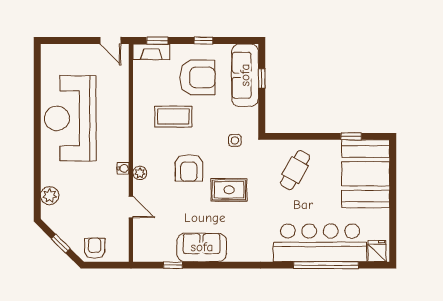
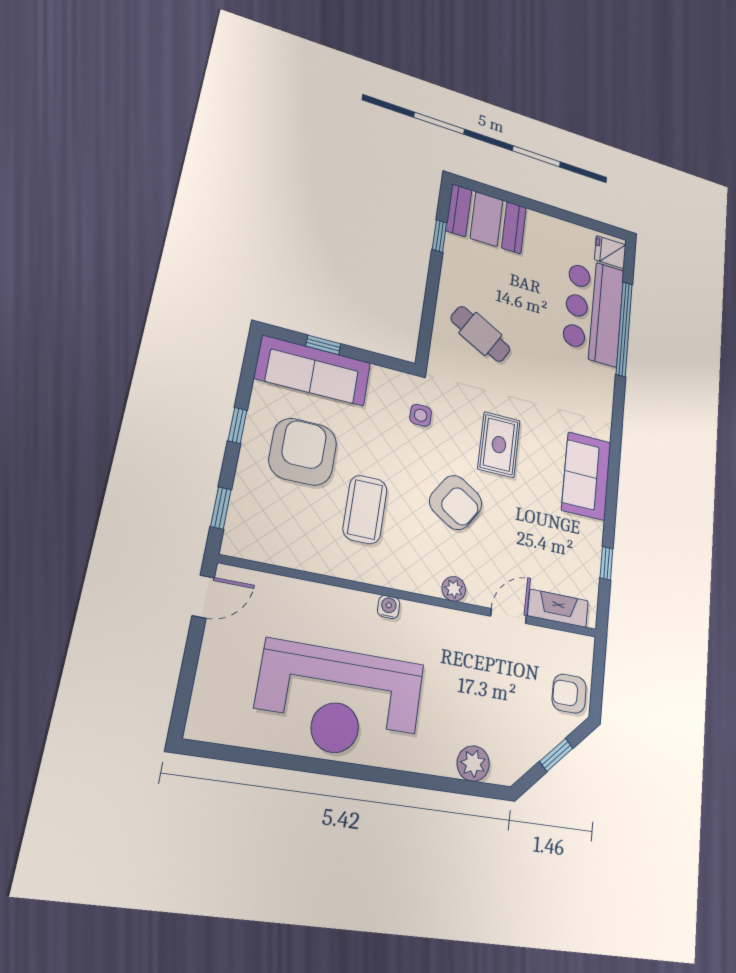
fireplace: (151, 52) -> (558, 608), moved, turned -90
water cooler: (123, 168) -> (389, 607), moved
armchair: (189, 168) -> (456, 502), turned 33
booth: (366, 174) -> (487, 219), width x0.73, depth x0.70
bar counter: (320, 243) -> (594, 310), width x0.73
sofa: (202, 247) -> (586, 476), moved

